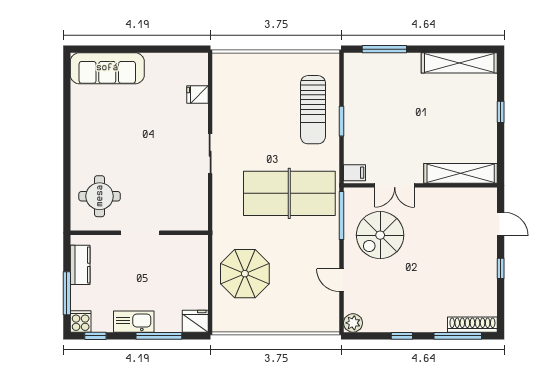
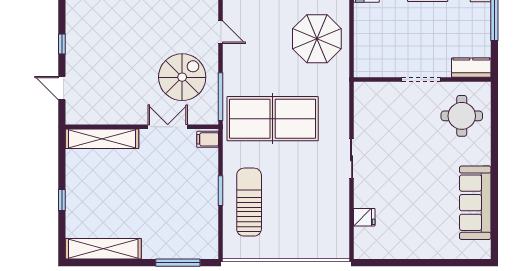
sofa: (107, 68) -> (475, 203), moved, turned -90
kitchen counter: (80, 265) -> (471, 68), moved, turned 90

